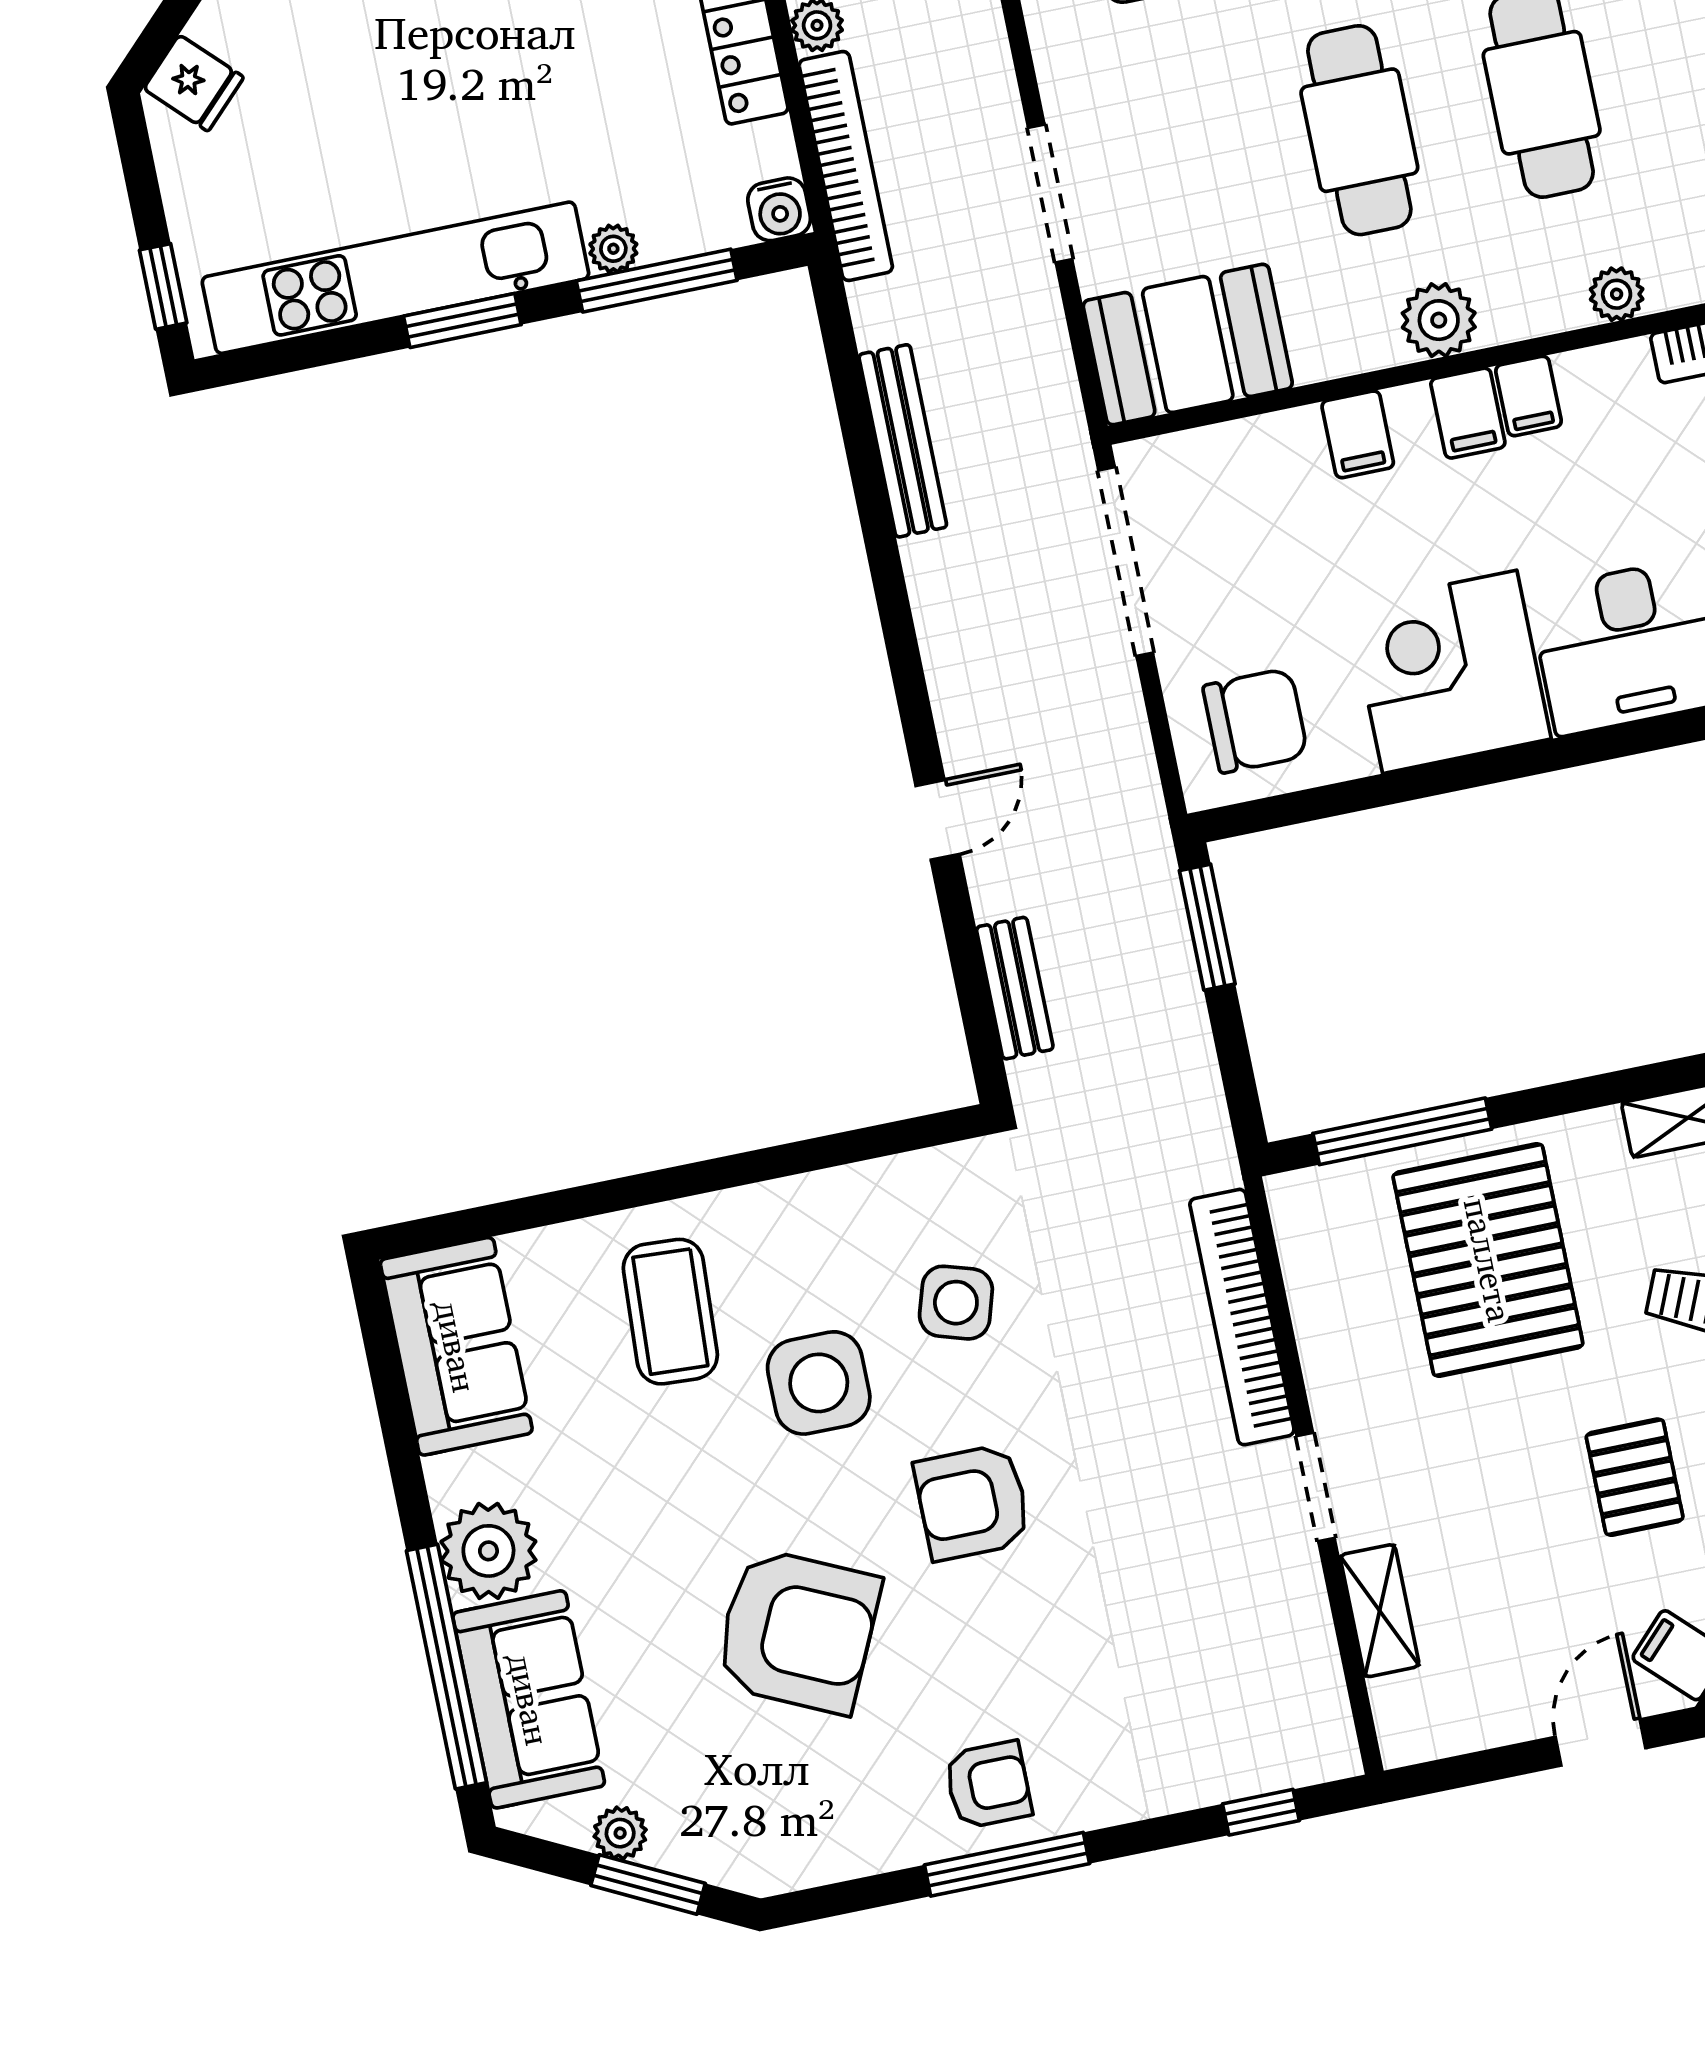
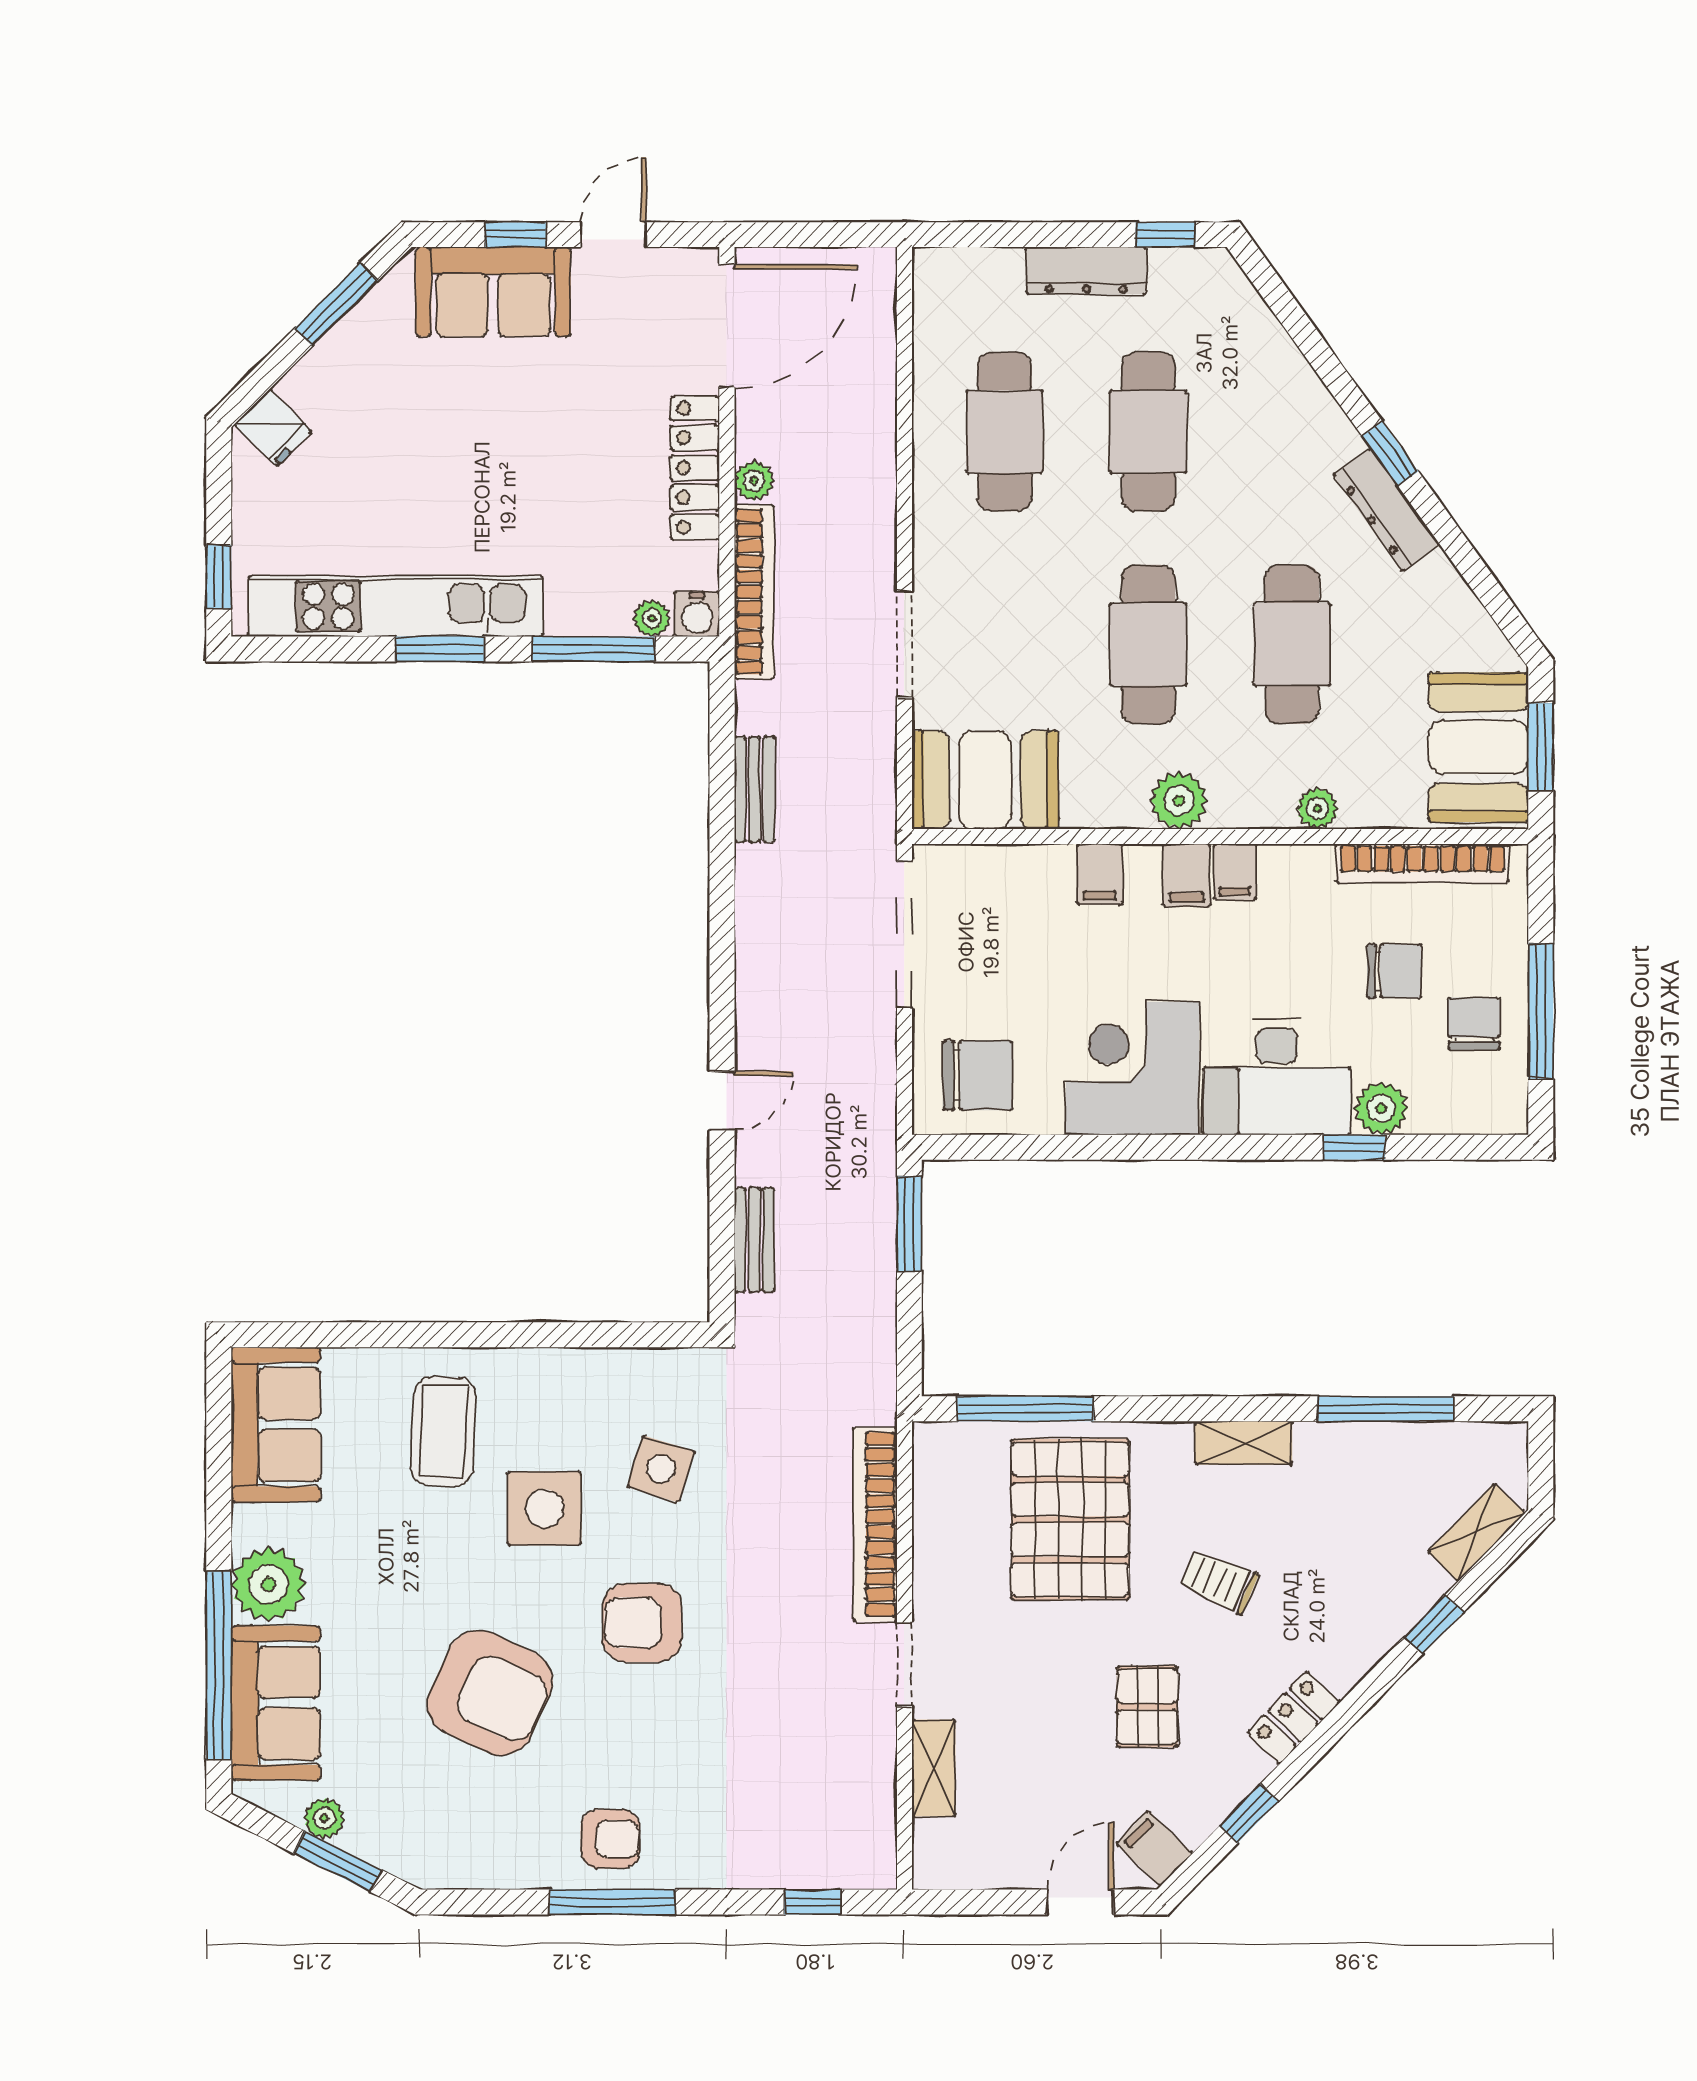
plant: (613, 249) -> (652, 618), moved
bench: (903, 441) -> (754, 789), width x0.73

